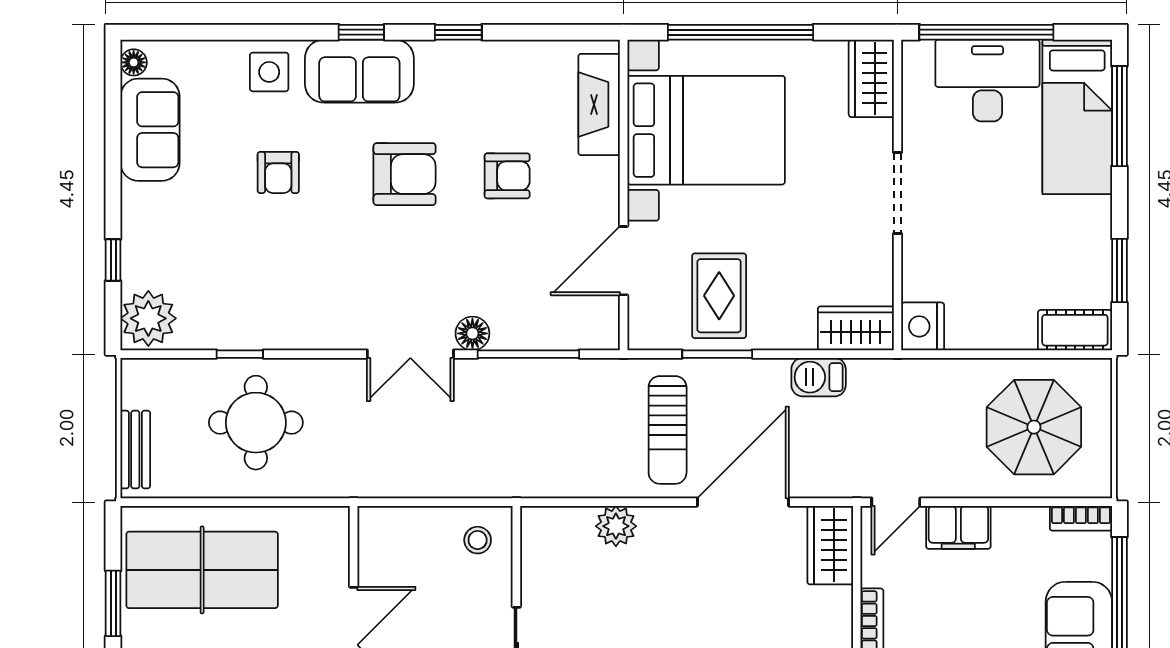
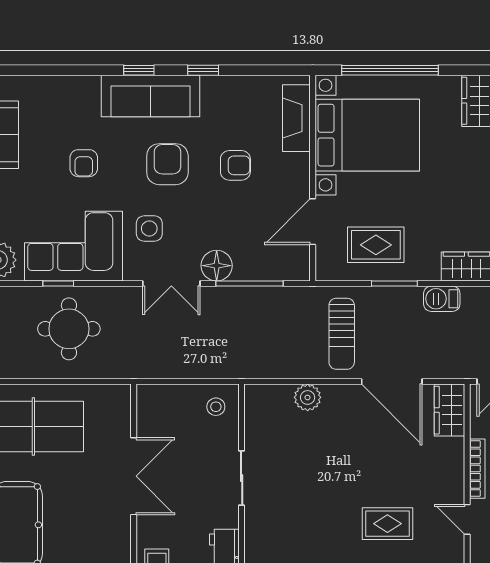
sofa: (359, 71) -> (151, 96), width x1.36
side table: (269, 72) -> (149, 229), moved
armchair: (405, 174) -> (167, 164), turned -90
rug: (719, 296) -> (376, 245), turned 90
corner sofa: (263, 298) -> (74, 246), added
floor lamp: (472, 333) -> (217, 266), width x1.38, depth x1.38
window: (717, 354) -> (394, 283), moved
door: (743, 502) -> (392, 382), swing flipped

